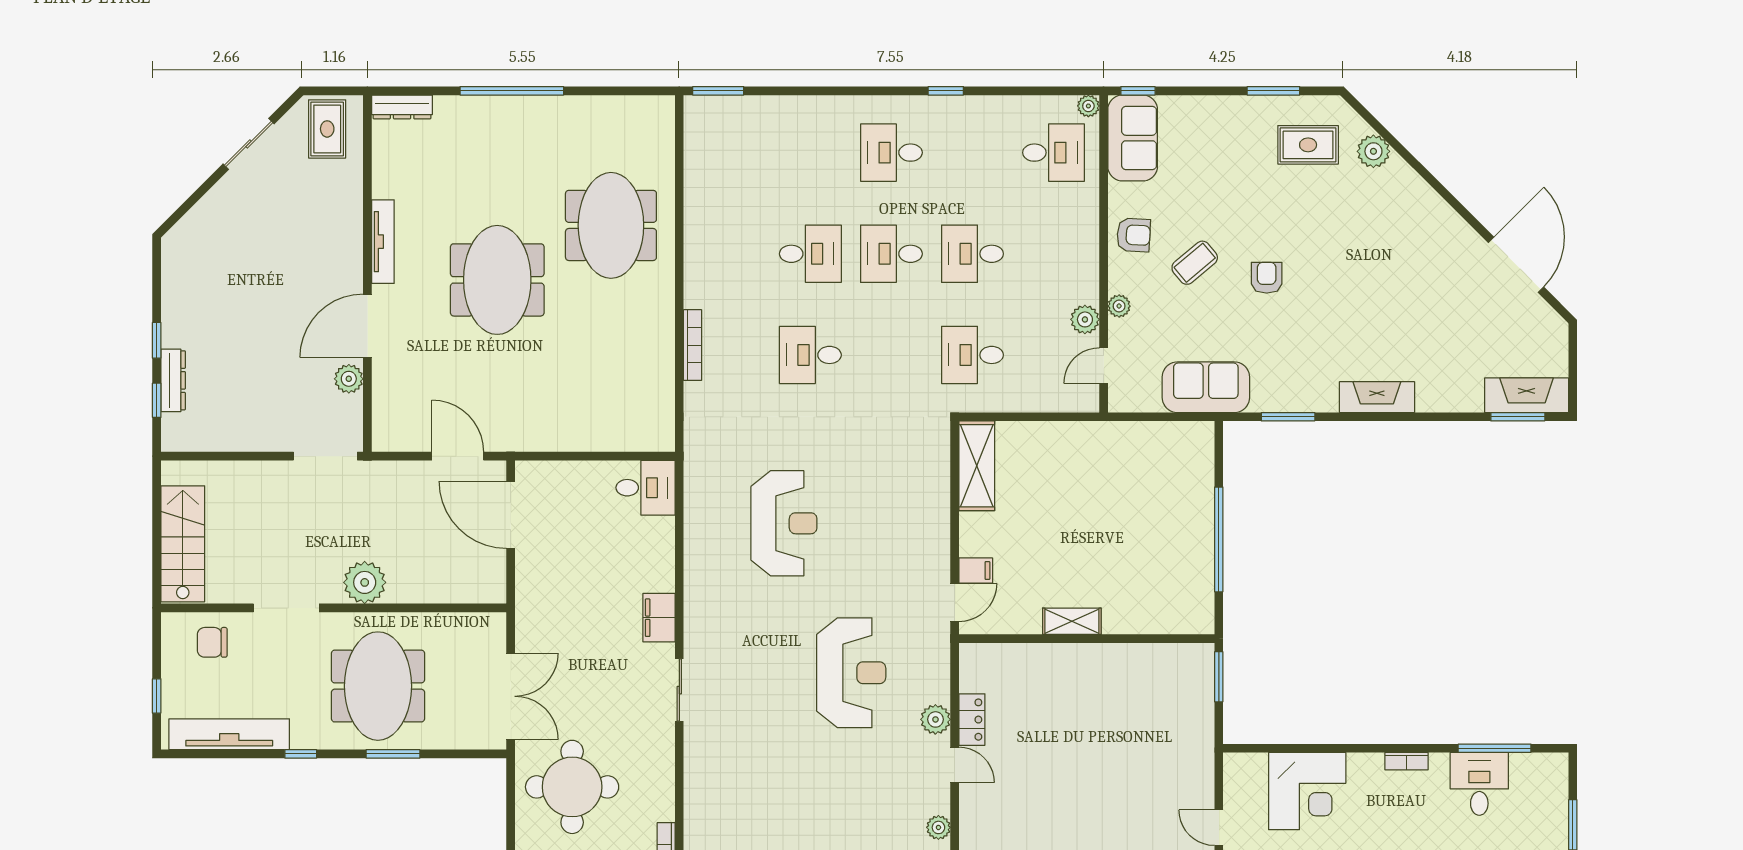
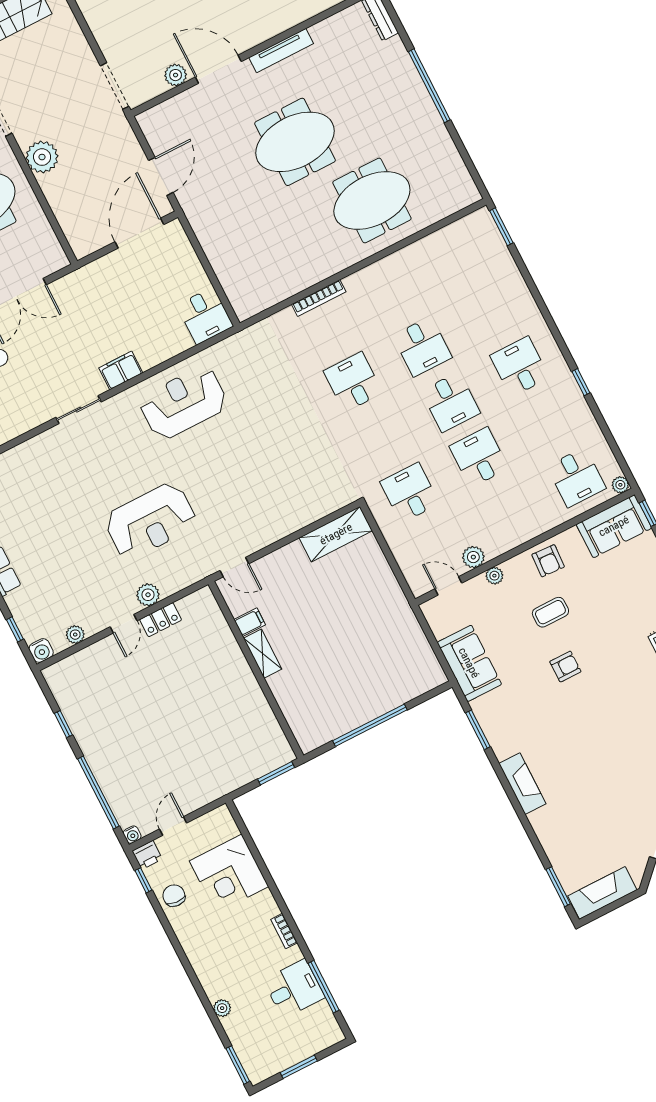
desk: (891, 254) -> (451, 402), turned 180
coffee table: (1195, 263) -> (550, 612), turned -50
fireplace: (1527, 395) -> (602, 893), moved, turned -90
reception desk: (784, 523) -> (183, 403), moved, turned 180
filing cabinet: (976, 571) -> (250, 622), moved, turned -90

